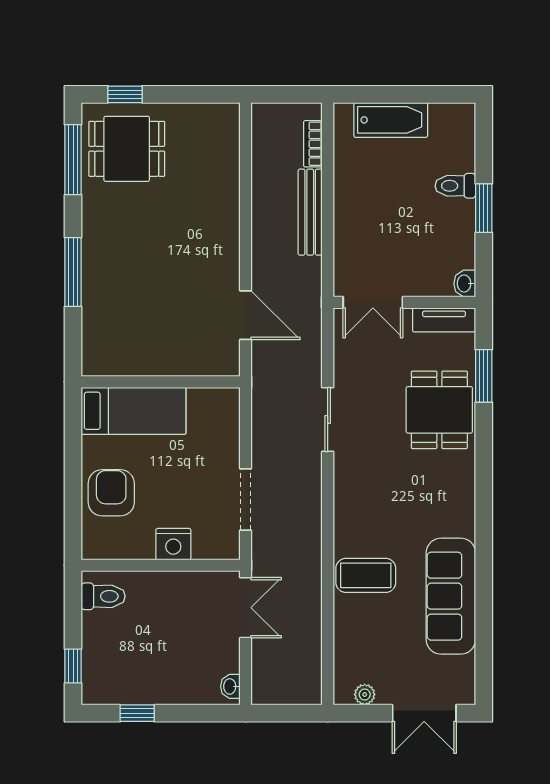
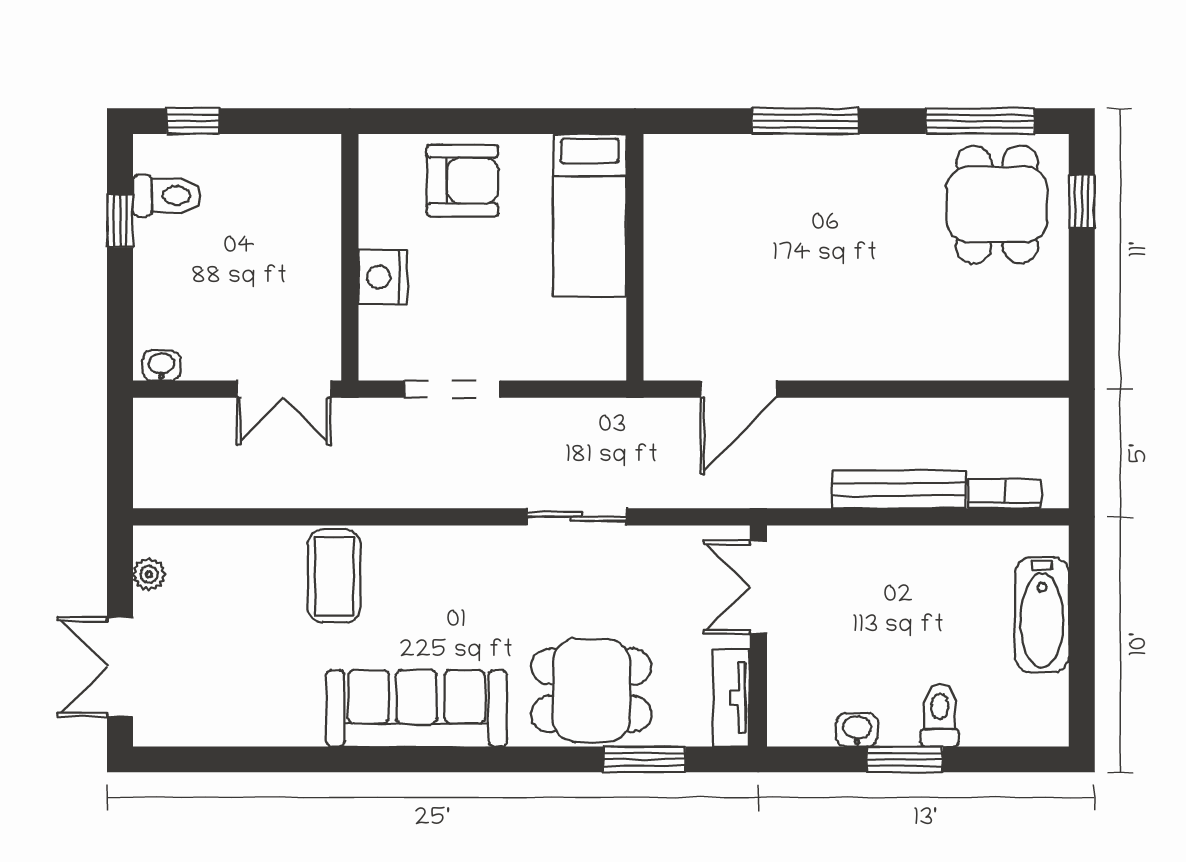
washbasin: (465, 284) -> (857, 730), moved
toilet: (103, 596) -> (167, 196), moved, turned -90
sofa: (451, 596) -> (417, 708), moved

